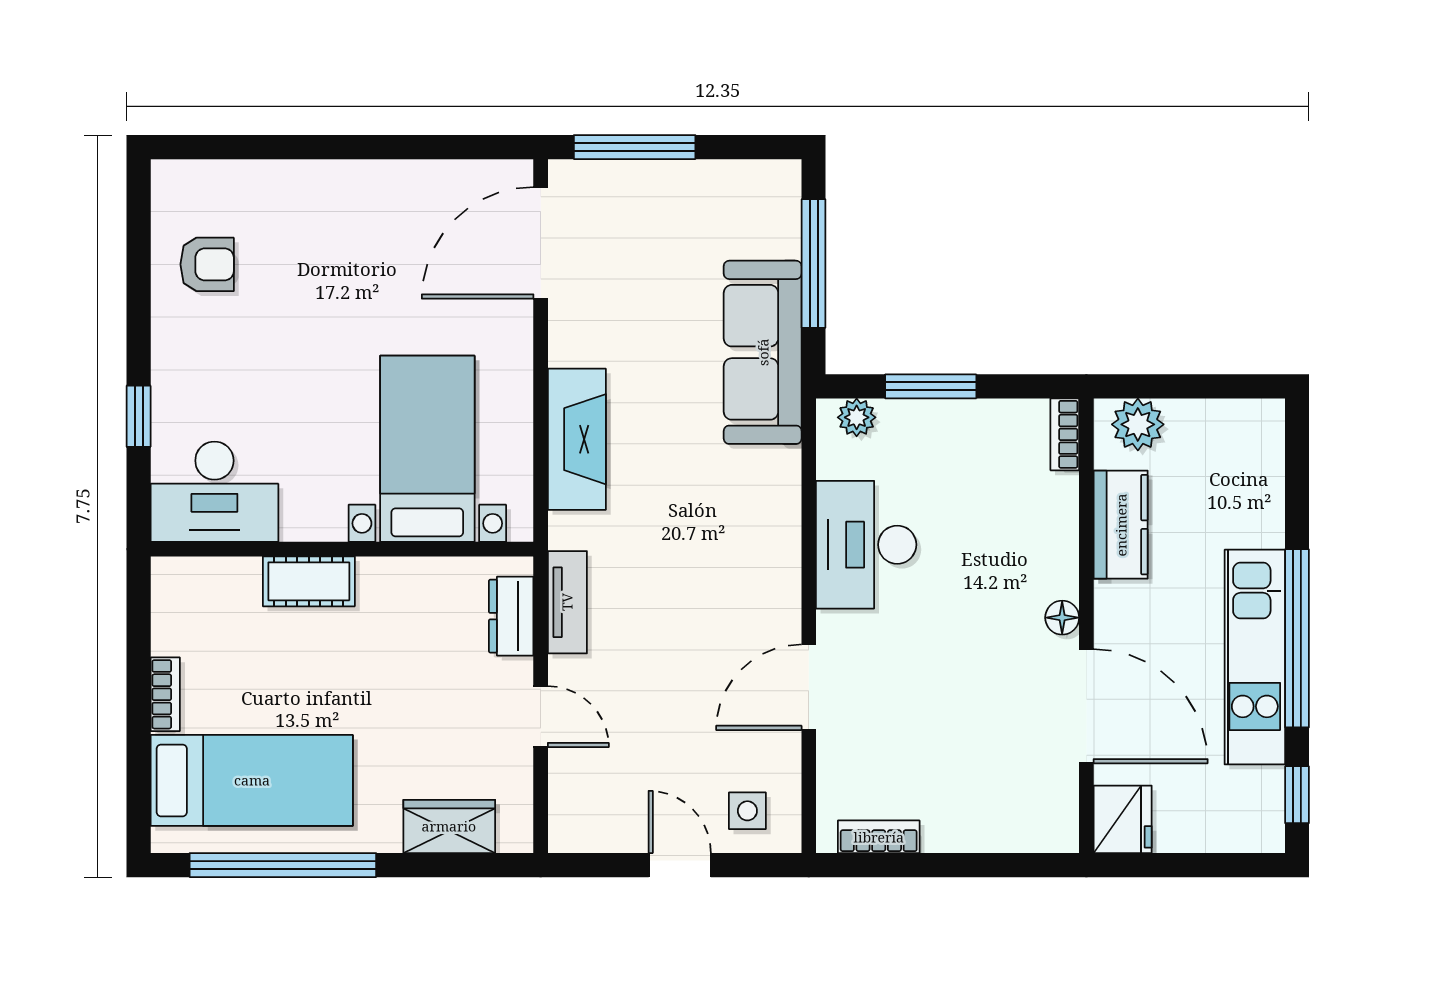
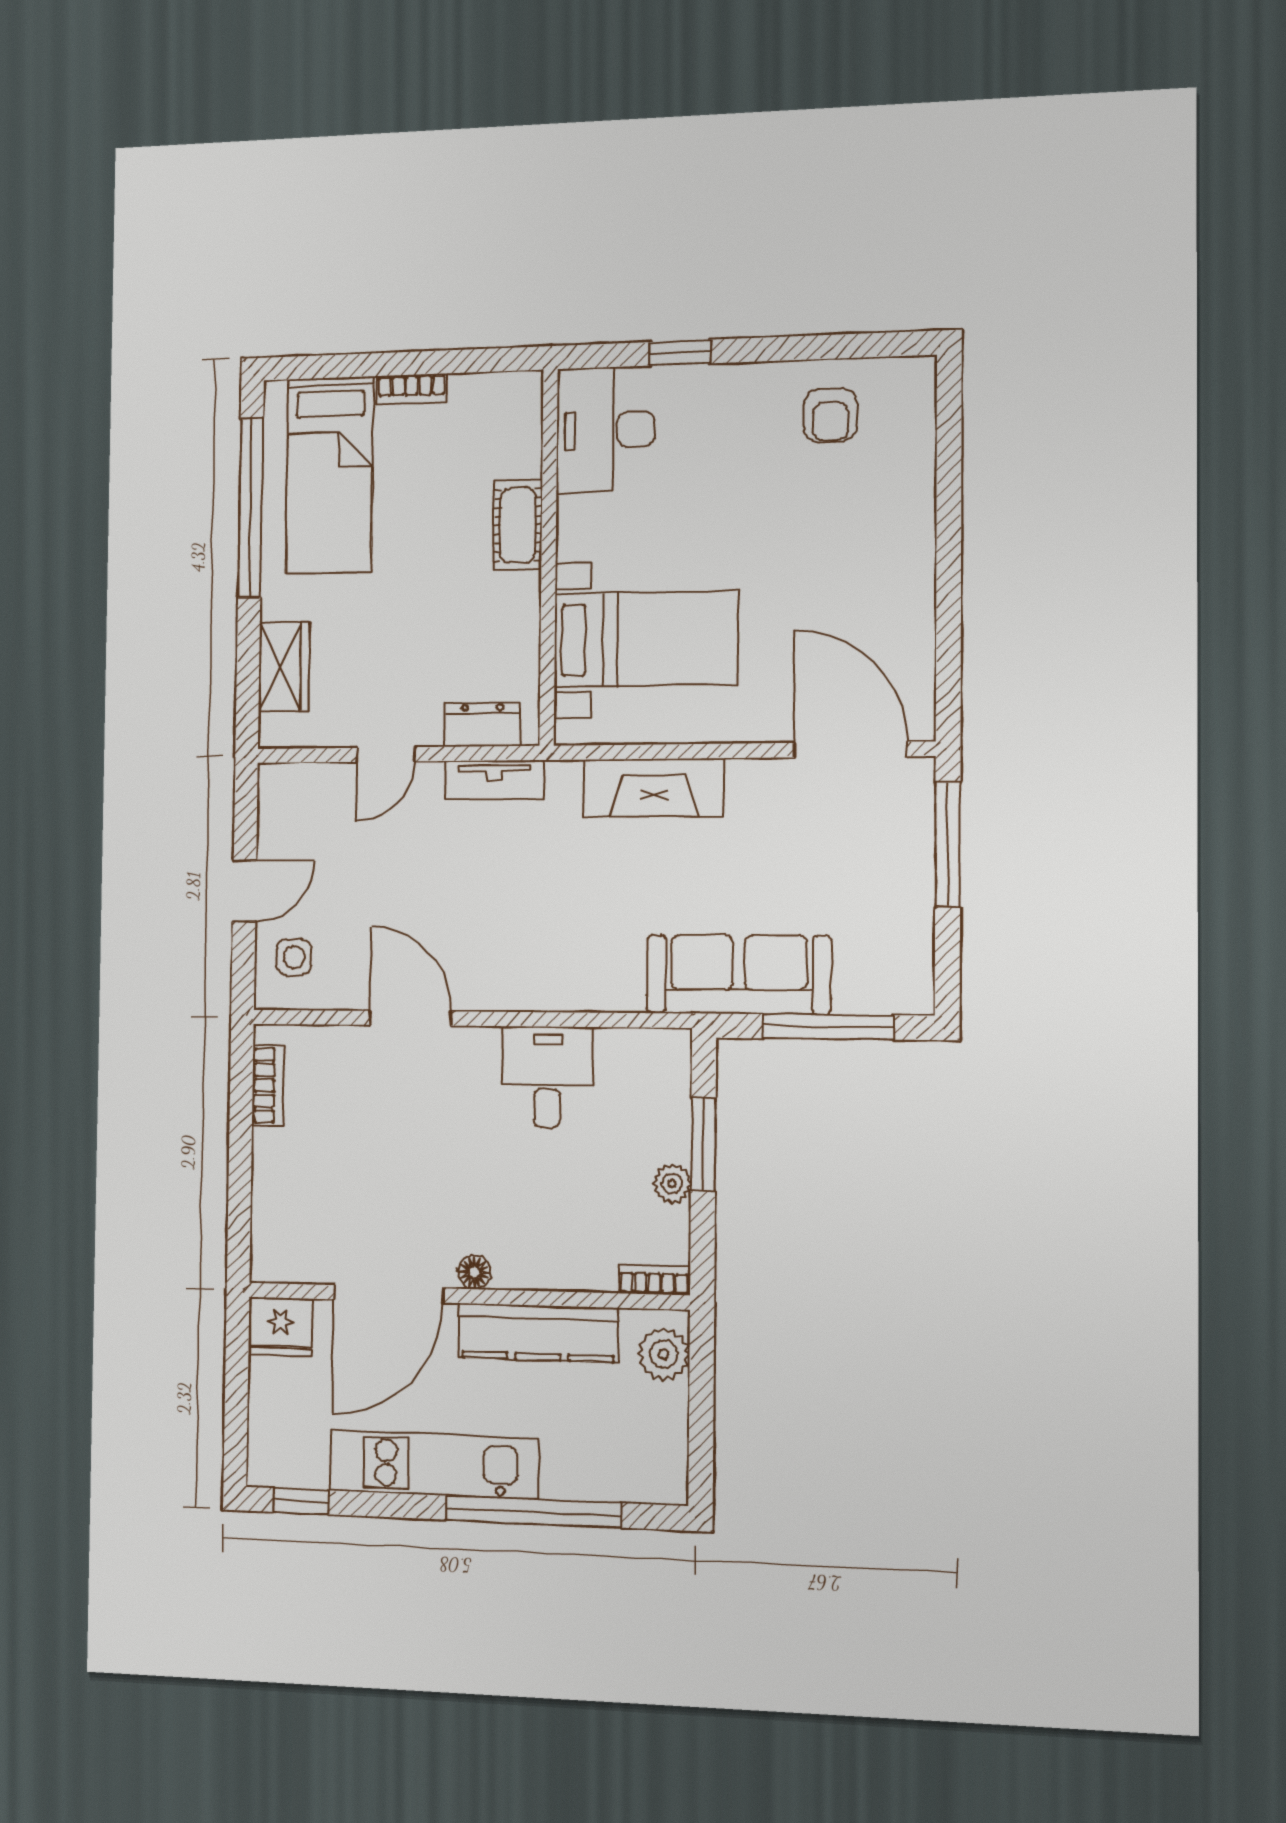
plant: (857, 417) -> (672, 1184), moved
kitchen counter: (1121, 525) -> (538, 1333), width x1.50
desk: (866, 545) -> (547, 1077), width x0.73
window: (1297, 638) -> (533, 1511), moved

